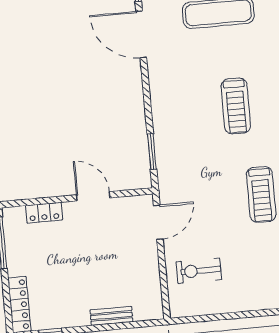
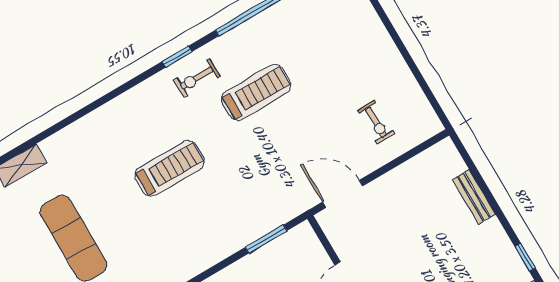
exercise bike: (199, 271) -> (376, 122), width x0.73, depth x0.72

